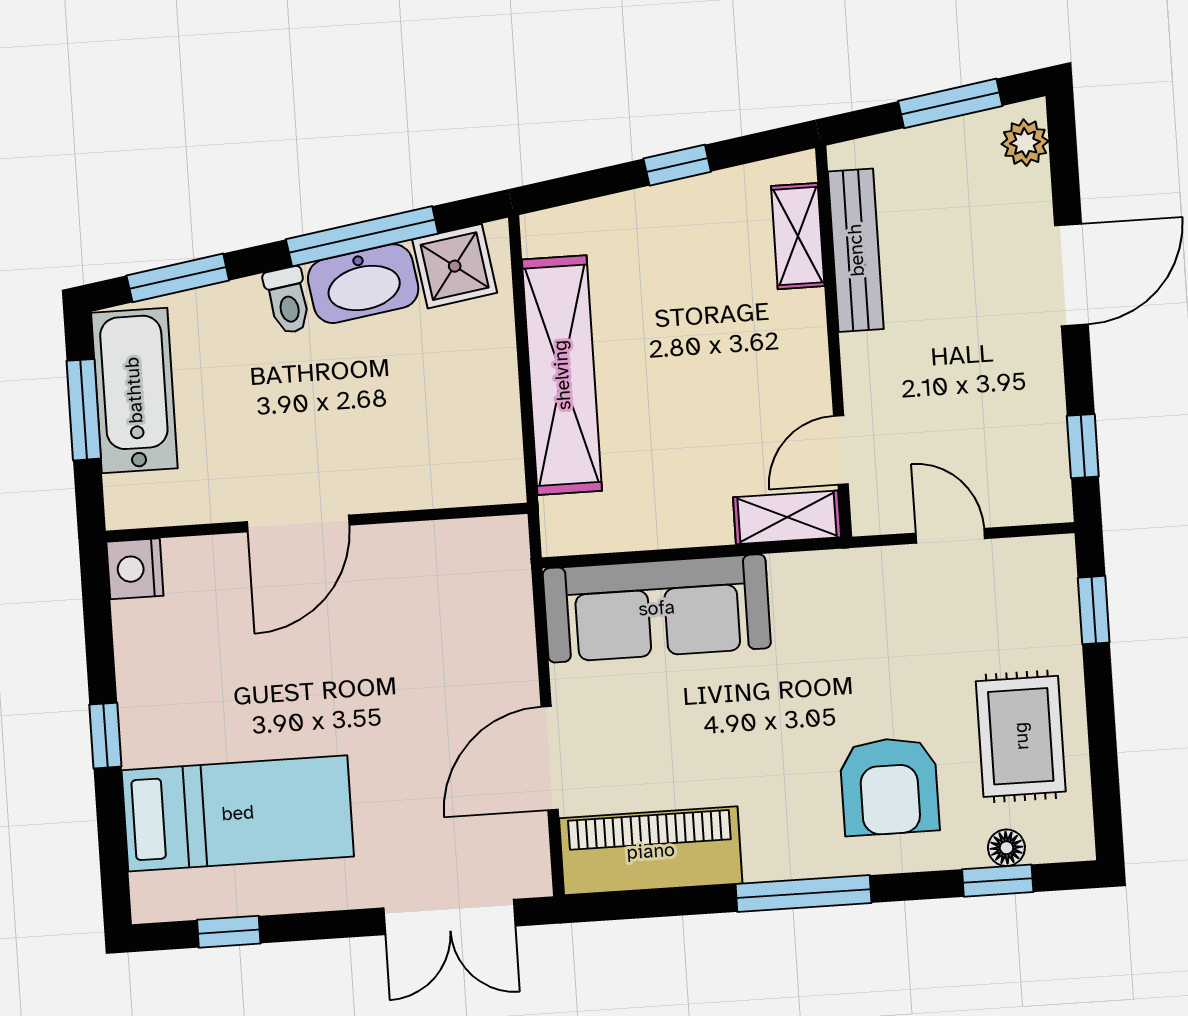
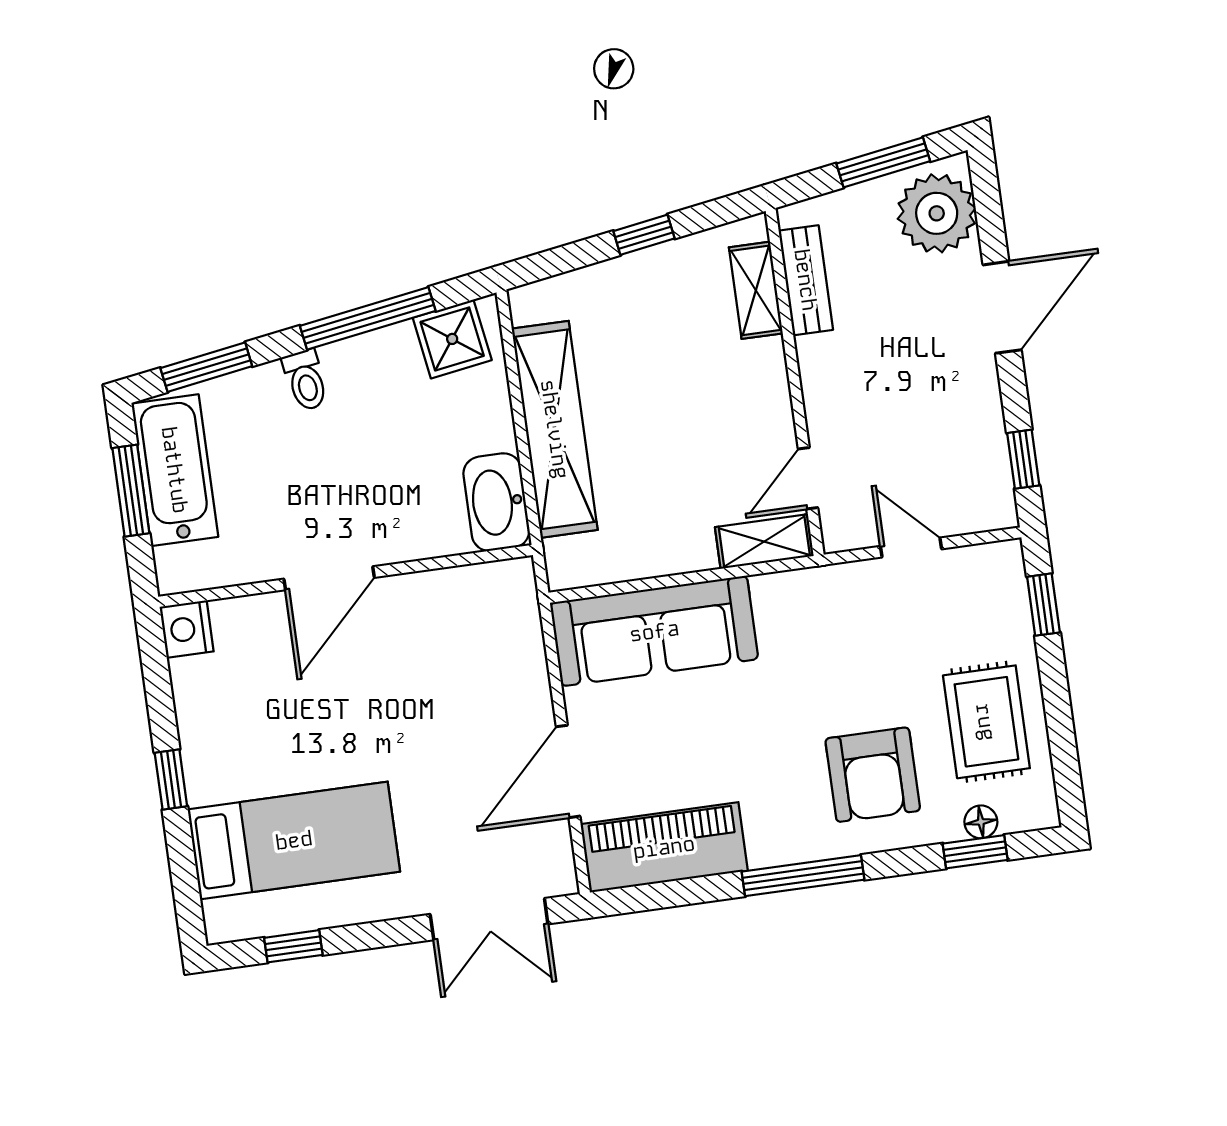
plant: (1025, 143) -> (937, 213), width x1.88, depth x1.88
bench: (856, 250) -> (806, 280), width x0.73
washbasin: (363, 284) -> (496, 502), moved, turned 99

